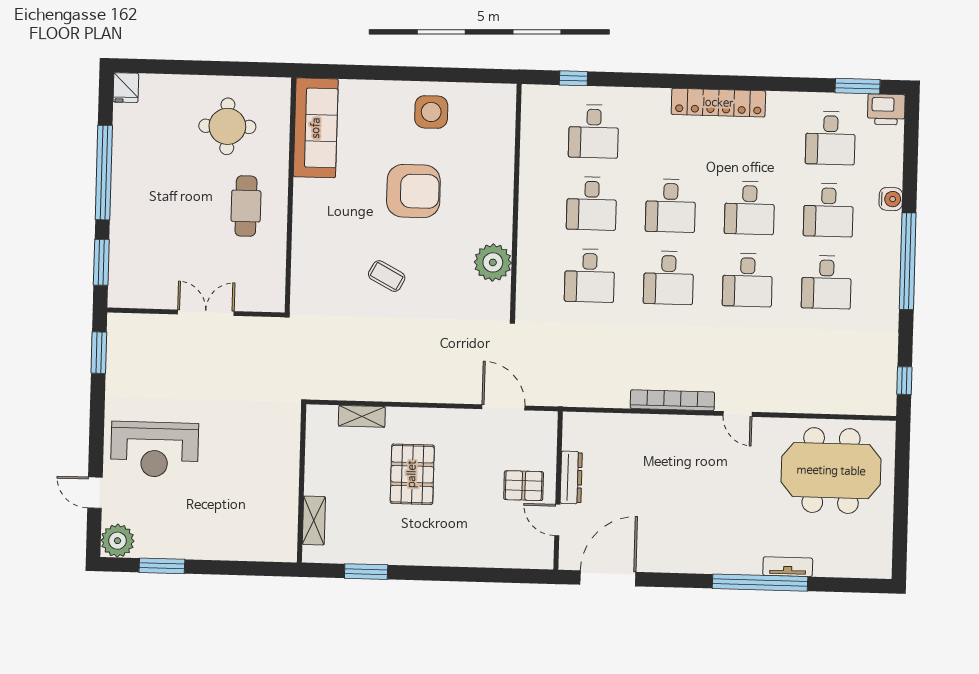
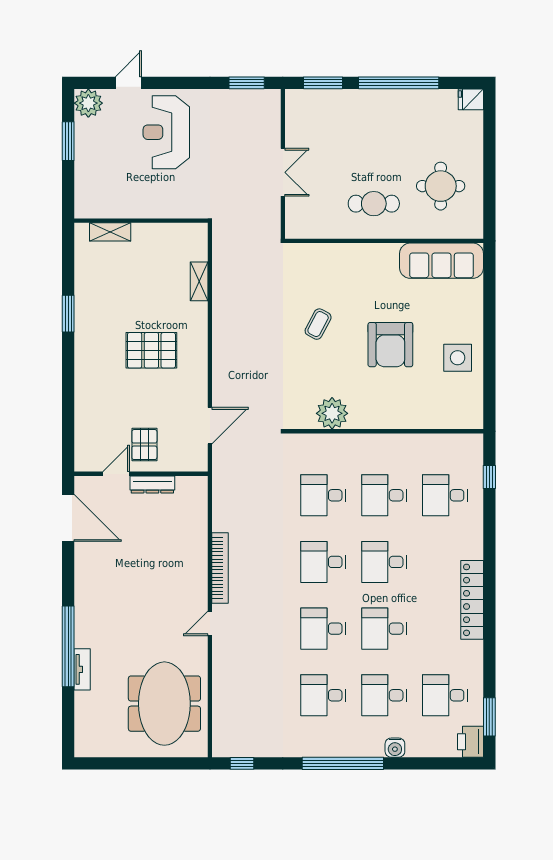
shelving: (362, 416) -> (199, 281), moved
wall: (302, 483) -> (141, 221), moved
shelving: (314, 520) -> (110, 232), moved

